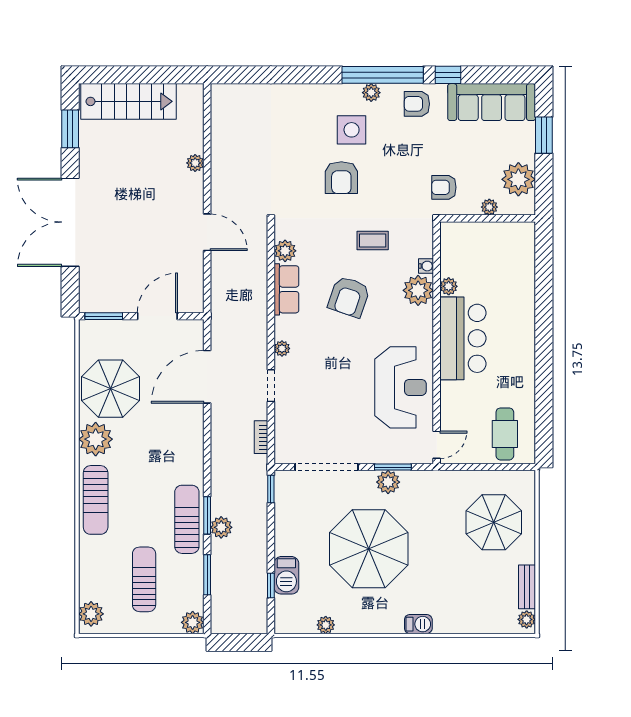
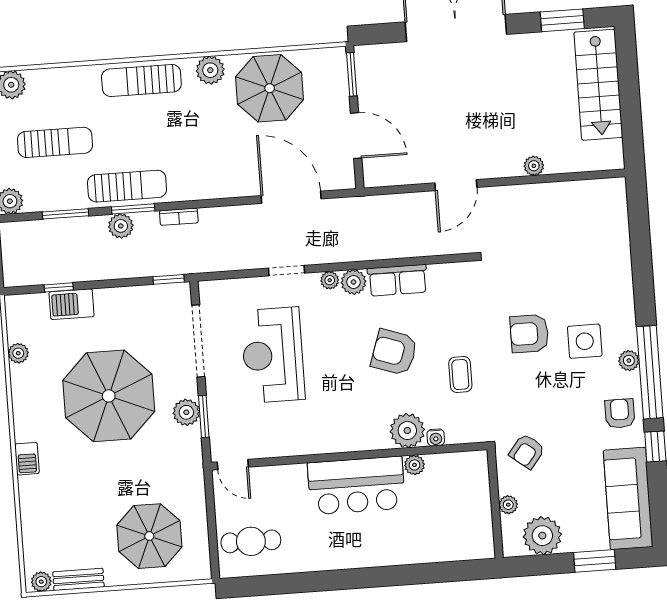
armchair: (444, 187) -> (527, 451), turned -142
plant: (285, 251) -> (354, 282), moved
reception desk: (400, 387) -> (273, 355), moved, turned 90
bookcase: (261, 437) -> (179, 217), moved, turned 180
plant: (96, 439) -> (210, 70), width x0.73, depth x0.73

